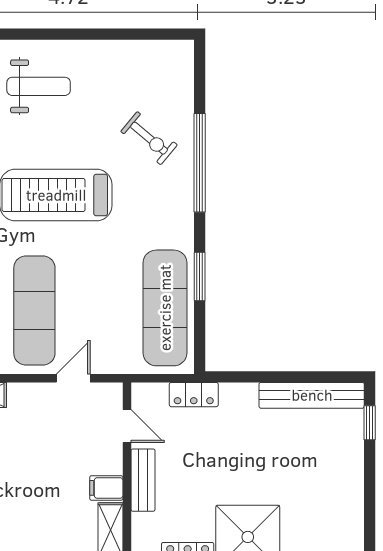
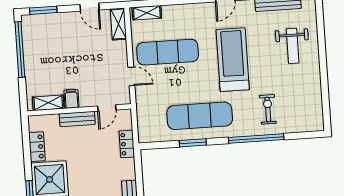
exercise bike: (149, 138) -> (268, 109), turned 140
exercise mat: (165, 308) -> (200, 116), moved

